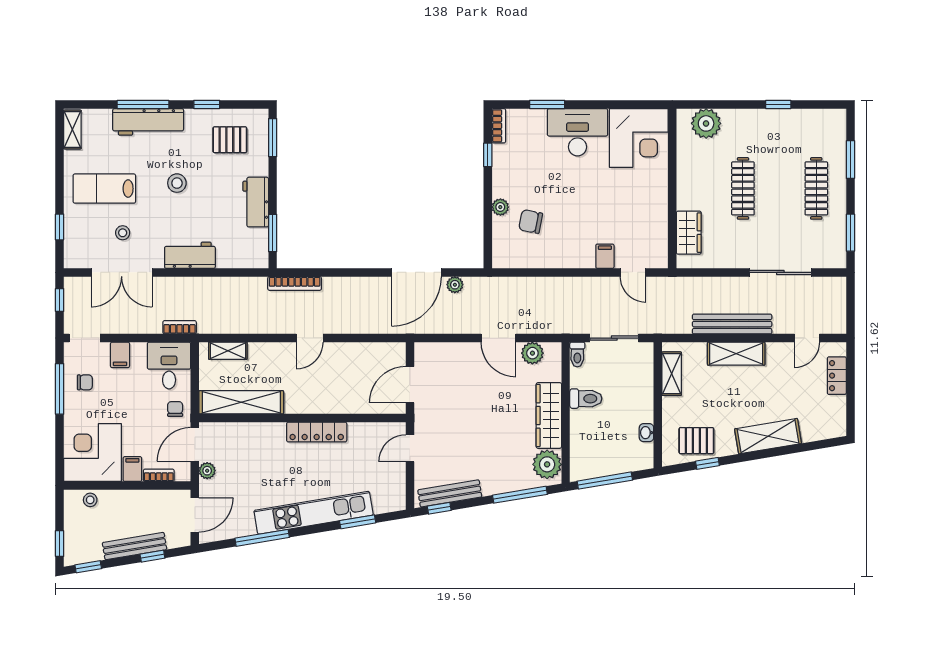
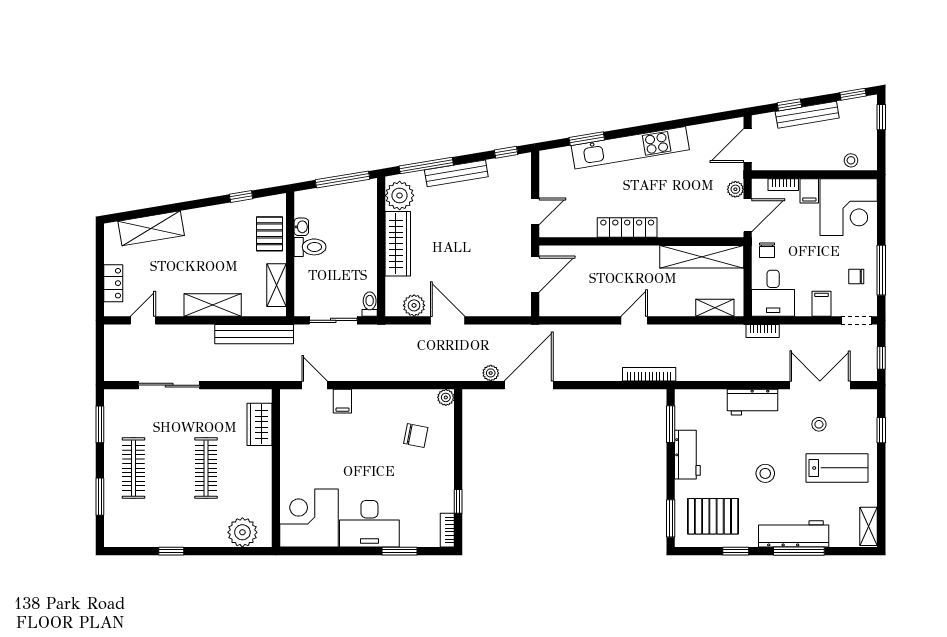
pallet: (230, 140) -> (713, 516), width x1.50, depth x1.42
plant: (500, 207) -> (446, 397), moved
bench: (732, 324) -> (254, 334), moved
toilet: (586, 399) -> (310, 247), moved, turned 180
shelving: (768, 436) -> (151, 228), moved
pallet: (696, 441) -> (269, 234), moved, turned 90
bench: (450, 493) -> (456, 173), moved
window: (262, 538) -> (681, 123), removed

